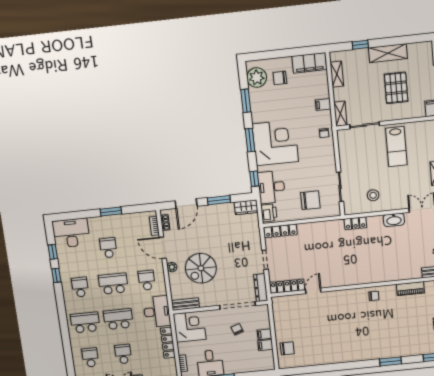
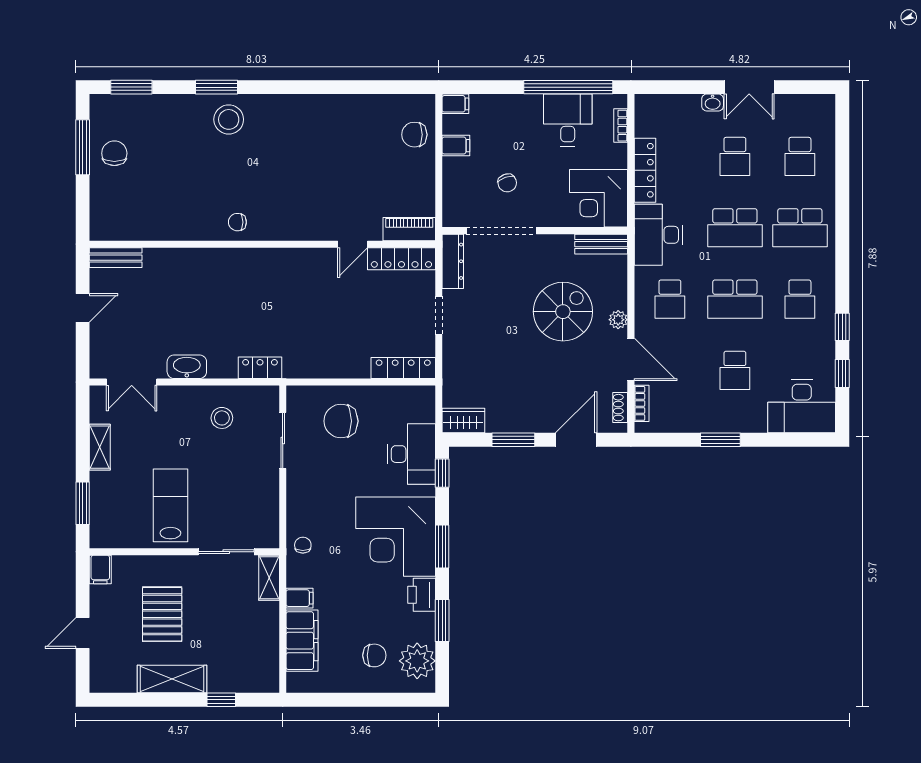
filing cabinet: (309, 63) -> (302, 641), moved, turned 90
shelving: (337, 74) -> (269, 651), removed
printer: (269, 213) -> (422, 595), moved
piano: (410, 289) -> (409, 229), moved
filing cabinet: (265, 334) -> (455, 104), moved
stool: (383, 346) -> (229, 119), added

